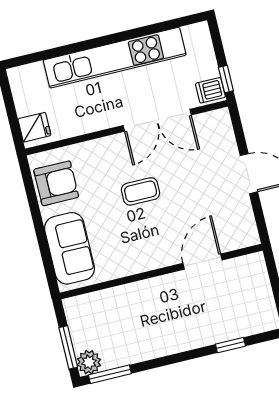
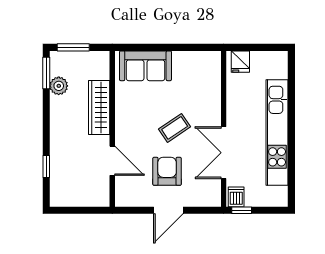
armchair: (56, 183) -> (167, 171), moved, turned 180
coffee table: (141, 191) -> (175, 128), turned 56
wardrobe: (138, 295) -> (99, 107), added
plant: (89, 362) -> (59, 86), moved

